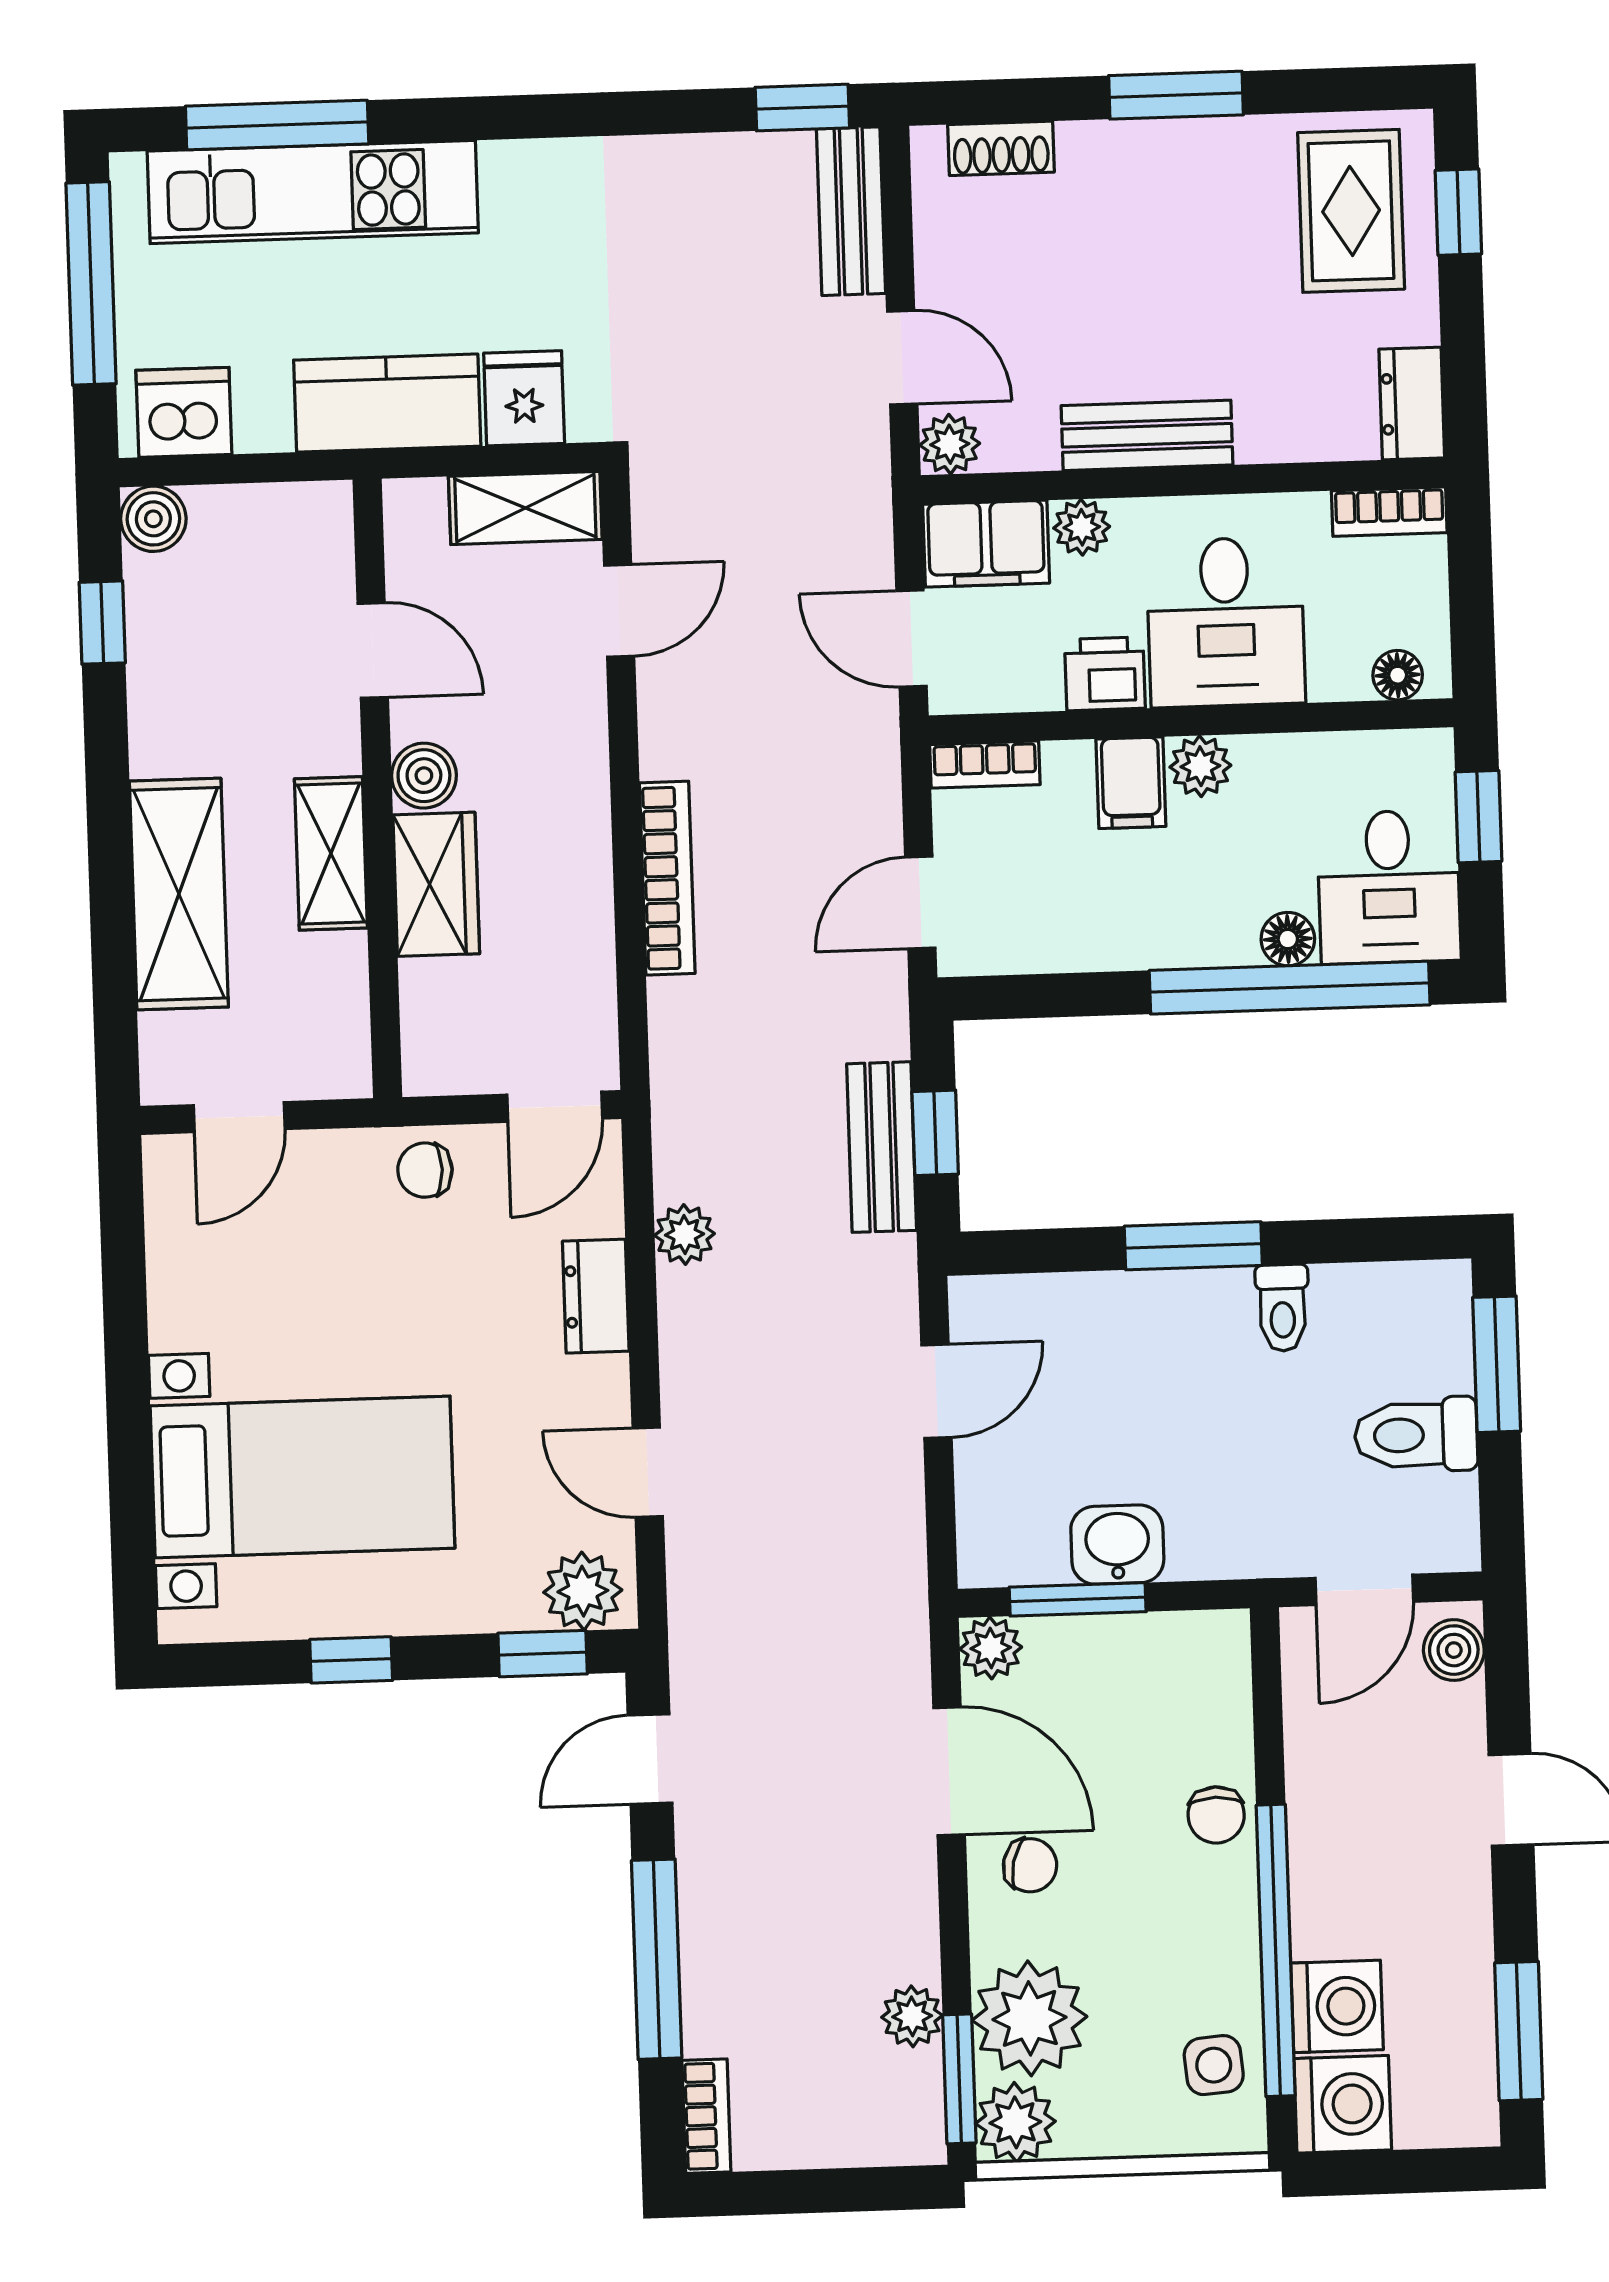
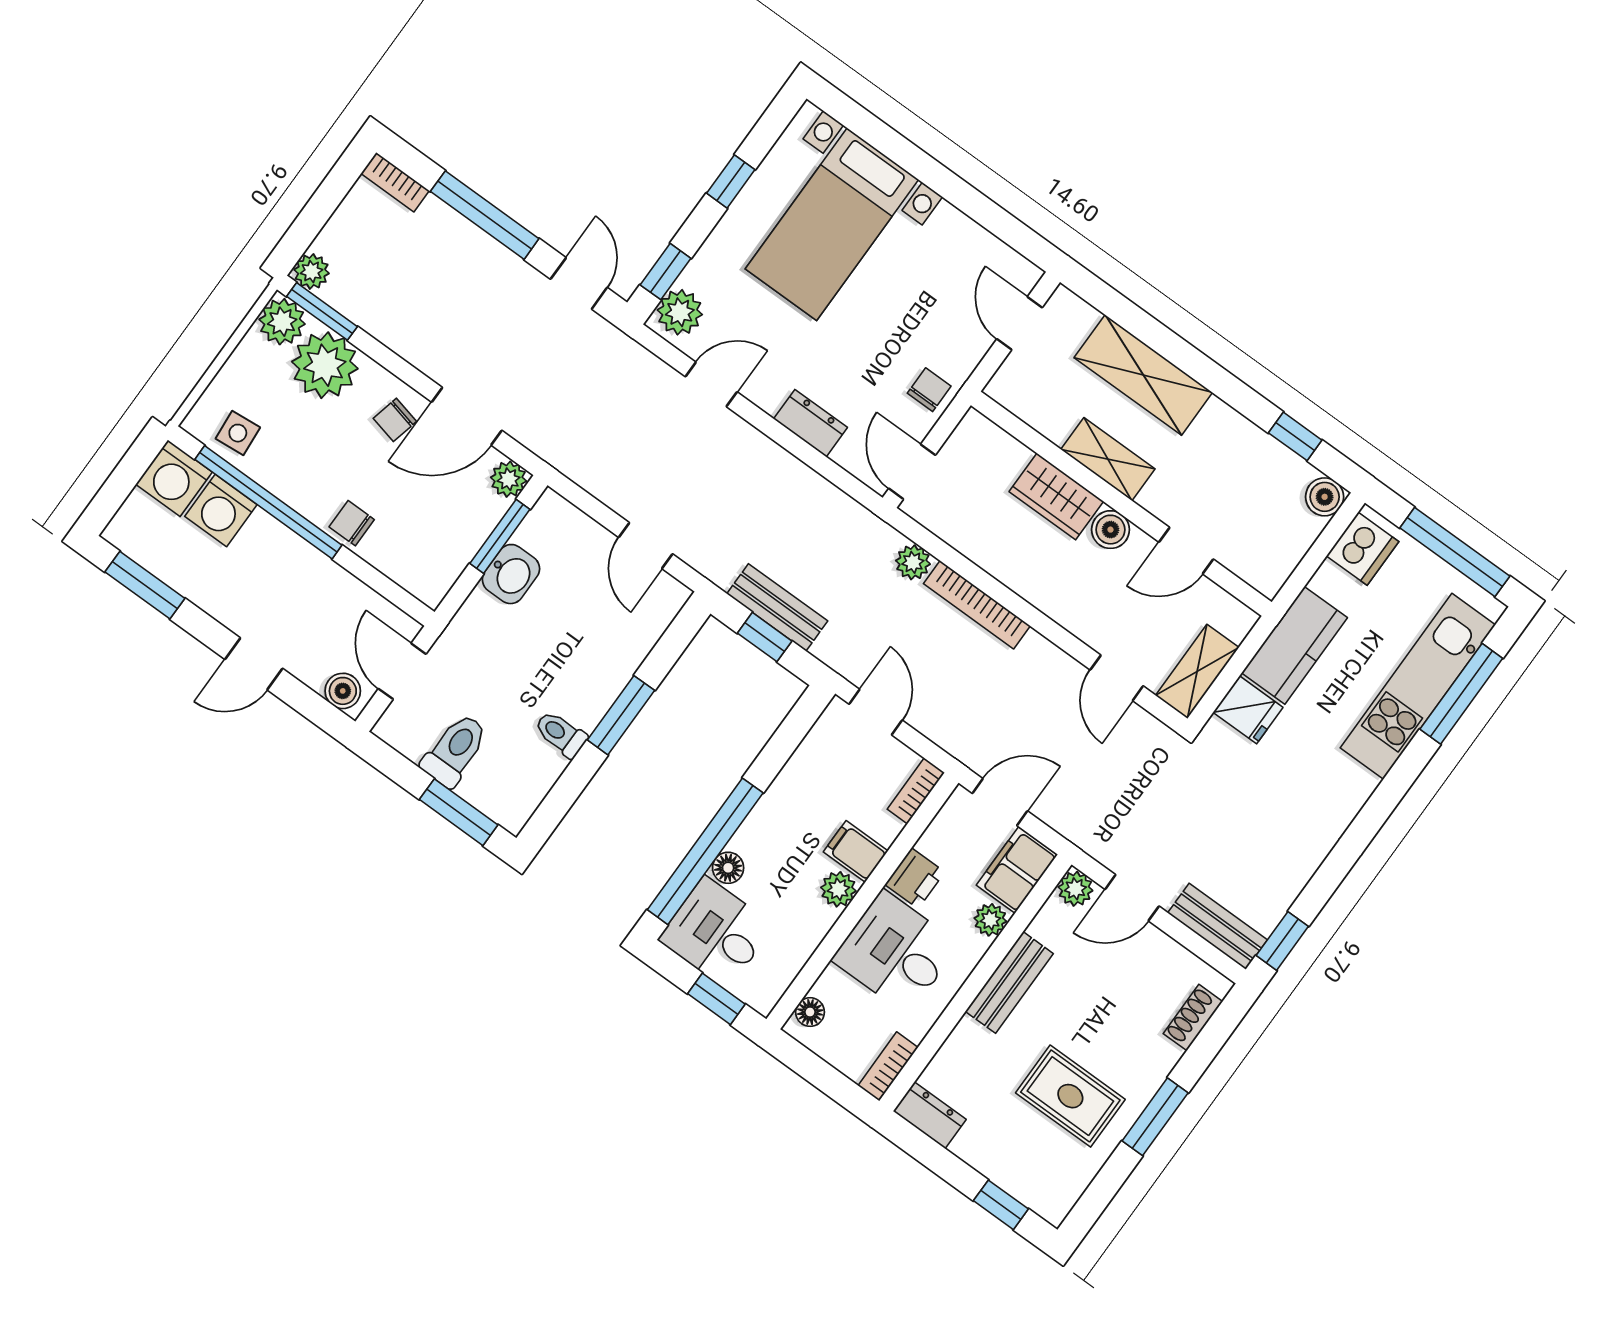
rug: (1351, 211) -> (1070, 1096), moved
plant: (685, 1234) -> (913, 562), moved
plant: (912, 2016) -> (312, 272), moved

